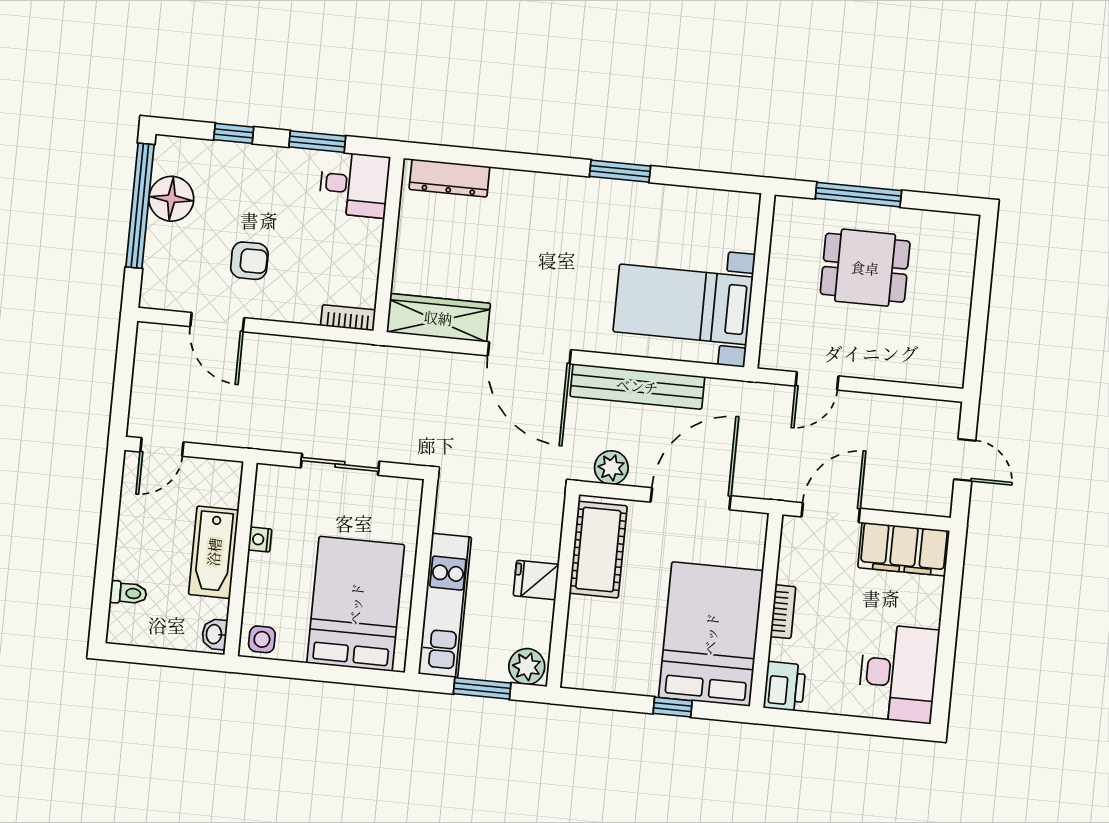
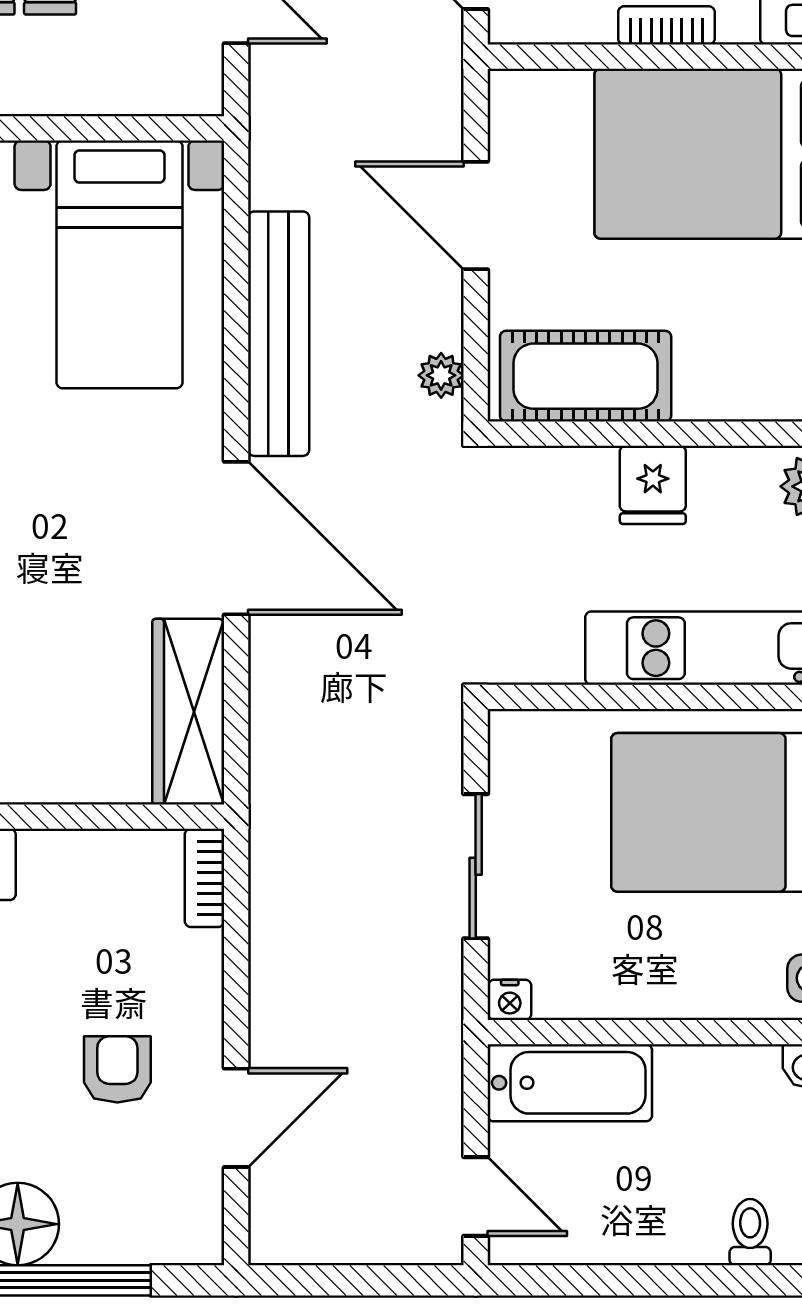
door: (529, 353) -> (236, 538), hinge flipped
plant: (611, 468) -> (441, 375), width x0.73, depth x0.73
door: (691, 499) -> (476, 215), width x0.73
nightstand: (260, 540) -> (510, 1000), moved
bathtub: (214, 552) -> (570, 1083), moved

